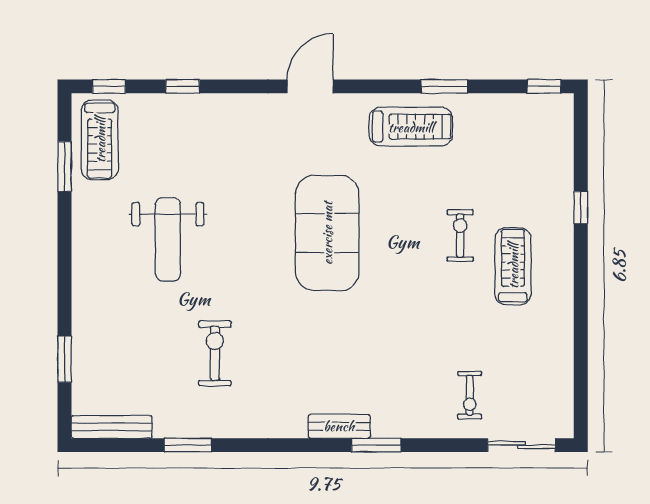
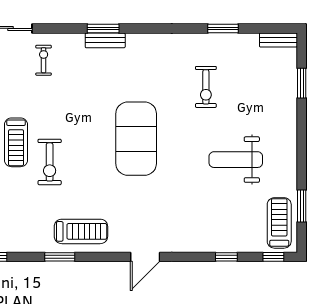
treadmill: (411, 127) -> (81, 231), turned 180
exercise mat: (327, 233) -> (136, 139), moved
exercise bike: (460, 235) -> (50, 162), width x1.38, depth x1.39
weight bench: (168, 239) -> (236, 160), turned -90
bench: (339, 426) -> (105, 40), moved
bench: (112, 427) -> (278, 40), width x0.73

